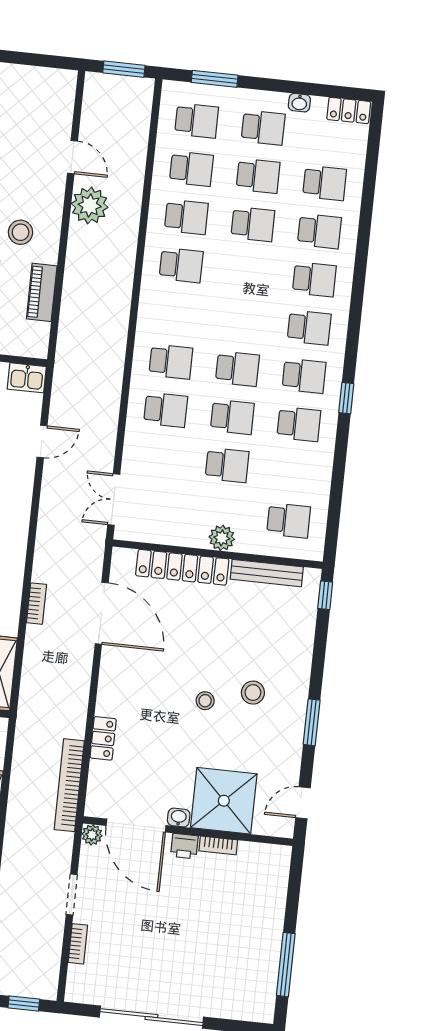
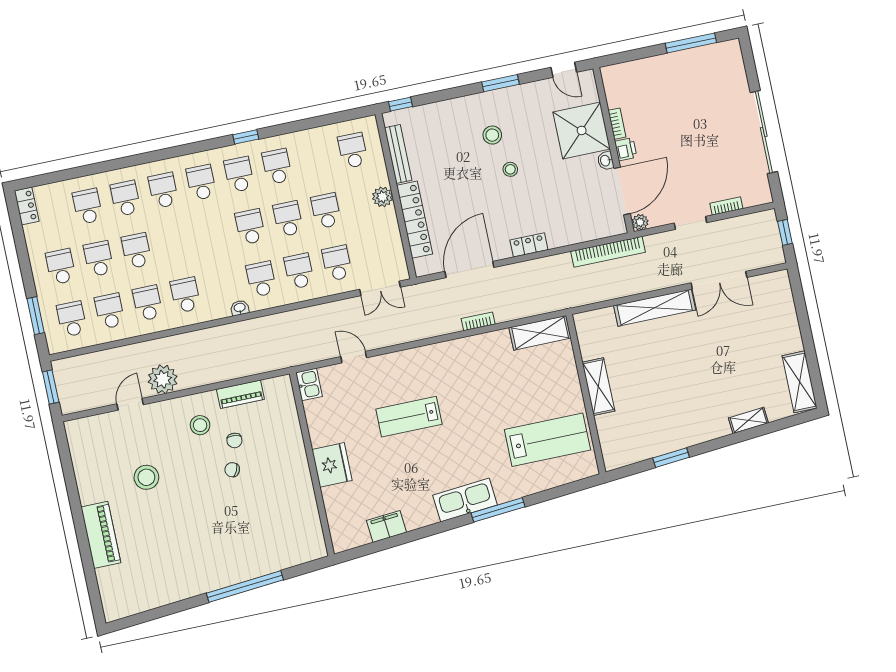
washbasin: (299, 103) -> (240, 308), moved, turned -90
school desk: (161, 458) -> (337, 263), added
locker: (103, 738) -> (529, 245), moved

